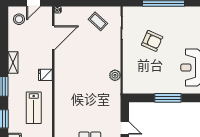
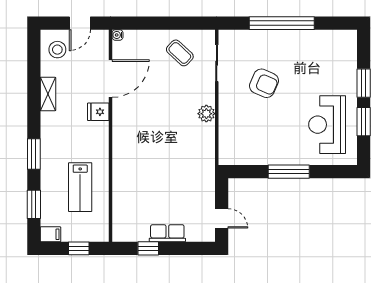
shelving: (13, 62) -> (48, 94), moved
fridge: (45, 75) -> (98, 112), moved
plant: (115, 75) -> (206, 114), moved

